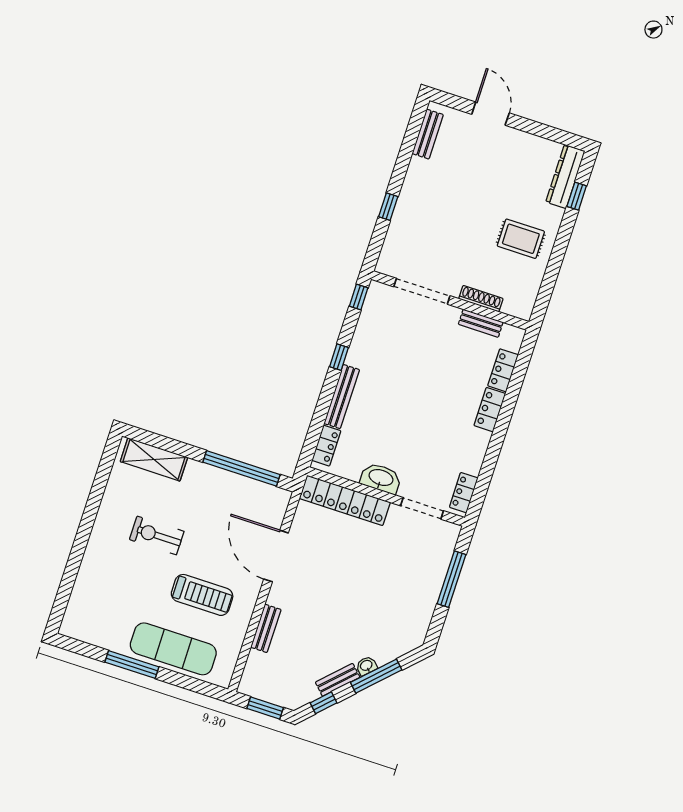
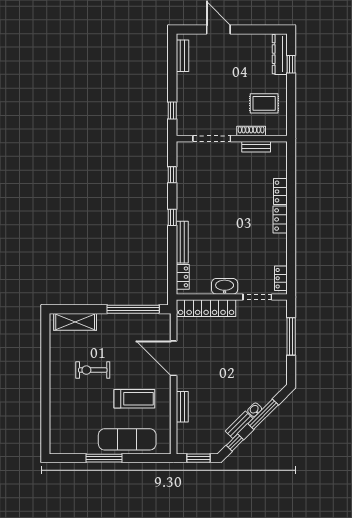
doorway: (422, 291) -> (212, 139), moved
shoe rack: (481, 299) -> (251, 131), moved
wall: (450, 300) -> (232, 139), moved
bench: (481, 323) -> (256, 147), moved

